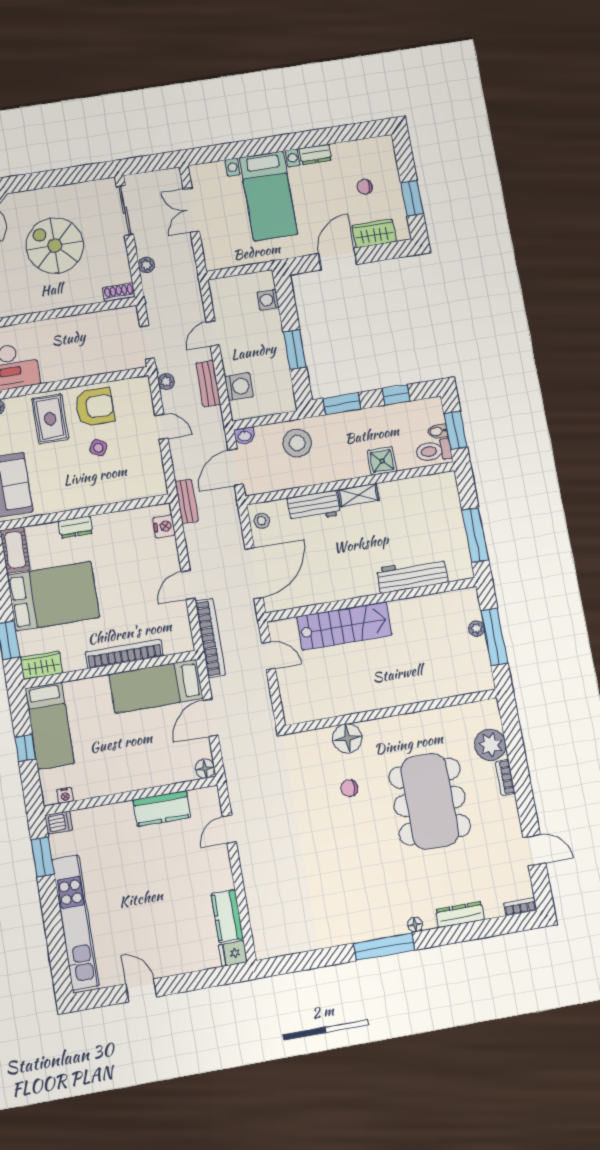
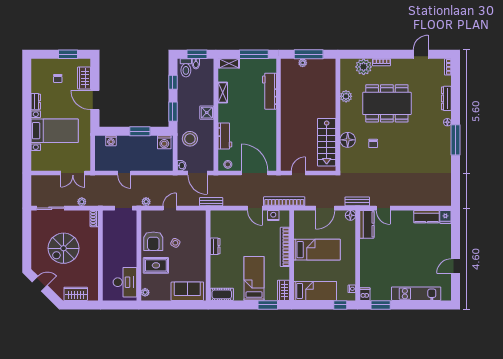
double door: (191, 210) -> (73, 173), moved
bench: (208, 383) -> (357, 201), moved
washing machine: (239, 387) -> (164, 142), moved, turned 180
armchair: (95, 407) -> (153, 241), turned 180
toilet: (434, 451) -> (186, 68), moved
shower: (382, 461) -> (207, 113), moved
shelving: (450, 492) -> (229, 63), added
shelving: (358, 495) -> (223, 92), moved
nightstand: (164, 526) -> (273, 216), moved
dresser: (76, 527) -> (215, 246), moved
bed: (53, 596) -> (254, 278), width x0.67
stairs: (344, 626) -> (327, 142), moved, turned 180
bed: (156, 686) -> (317, 250), moved, turned -90
door: (211, 718) -> (325, 208), hinge flipped
plant: (429, 721) -> (346, 96), added
window: (25, 748) -> (340, 305), moved
kitchen counter: (162, 809) -> (367, 224), moved
kitchen unit: (75, 922) -> (416, 294), width x0.73

